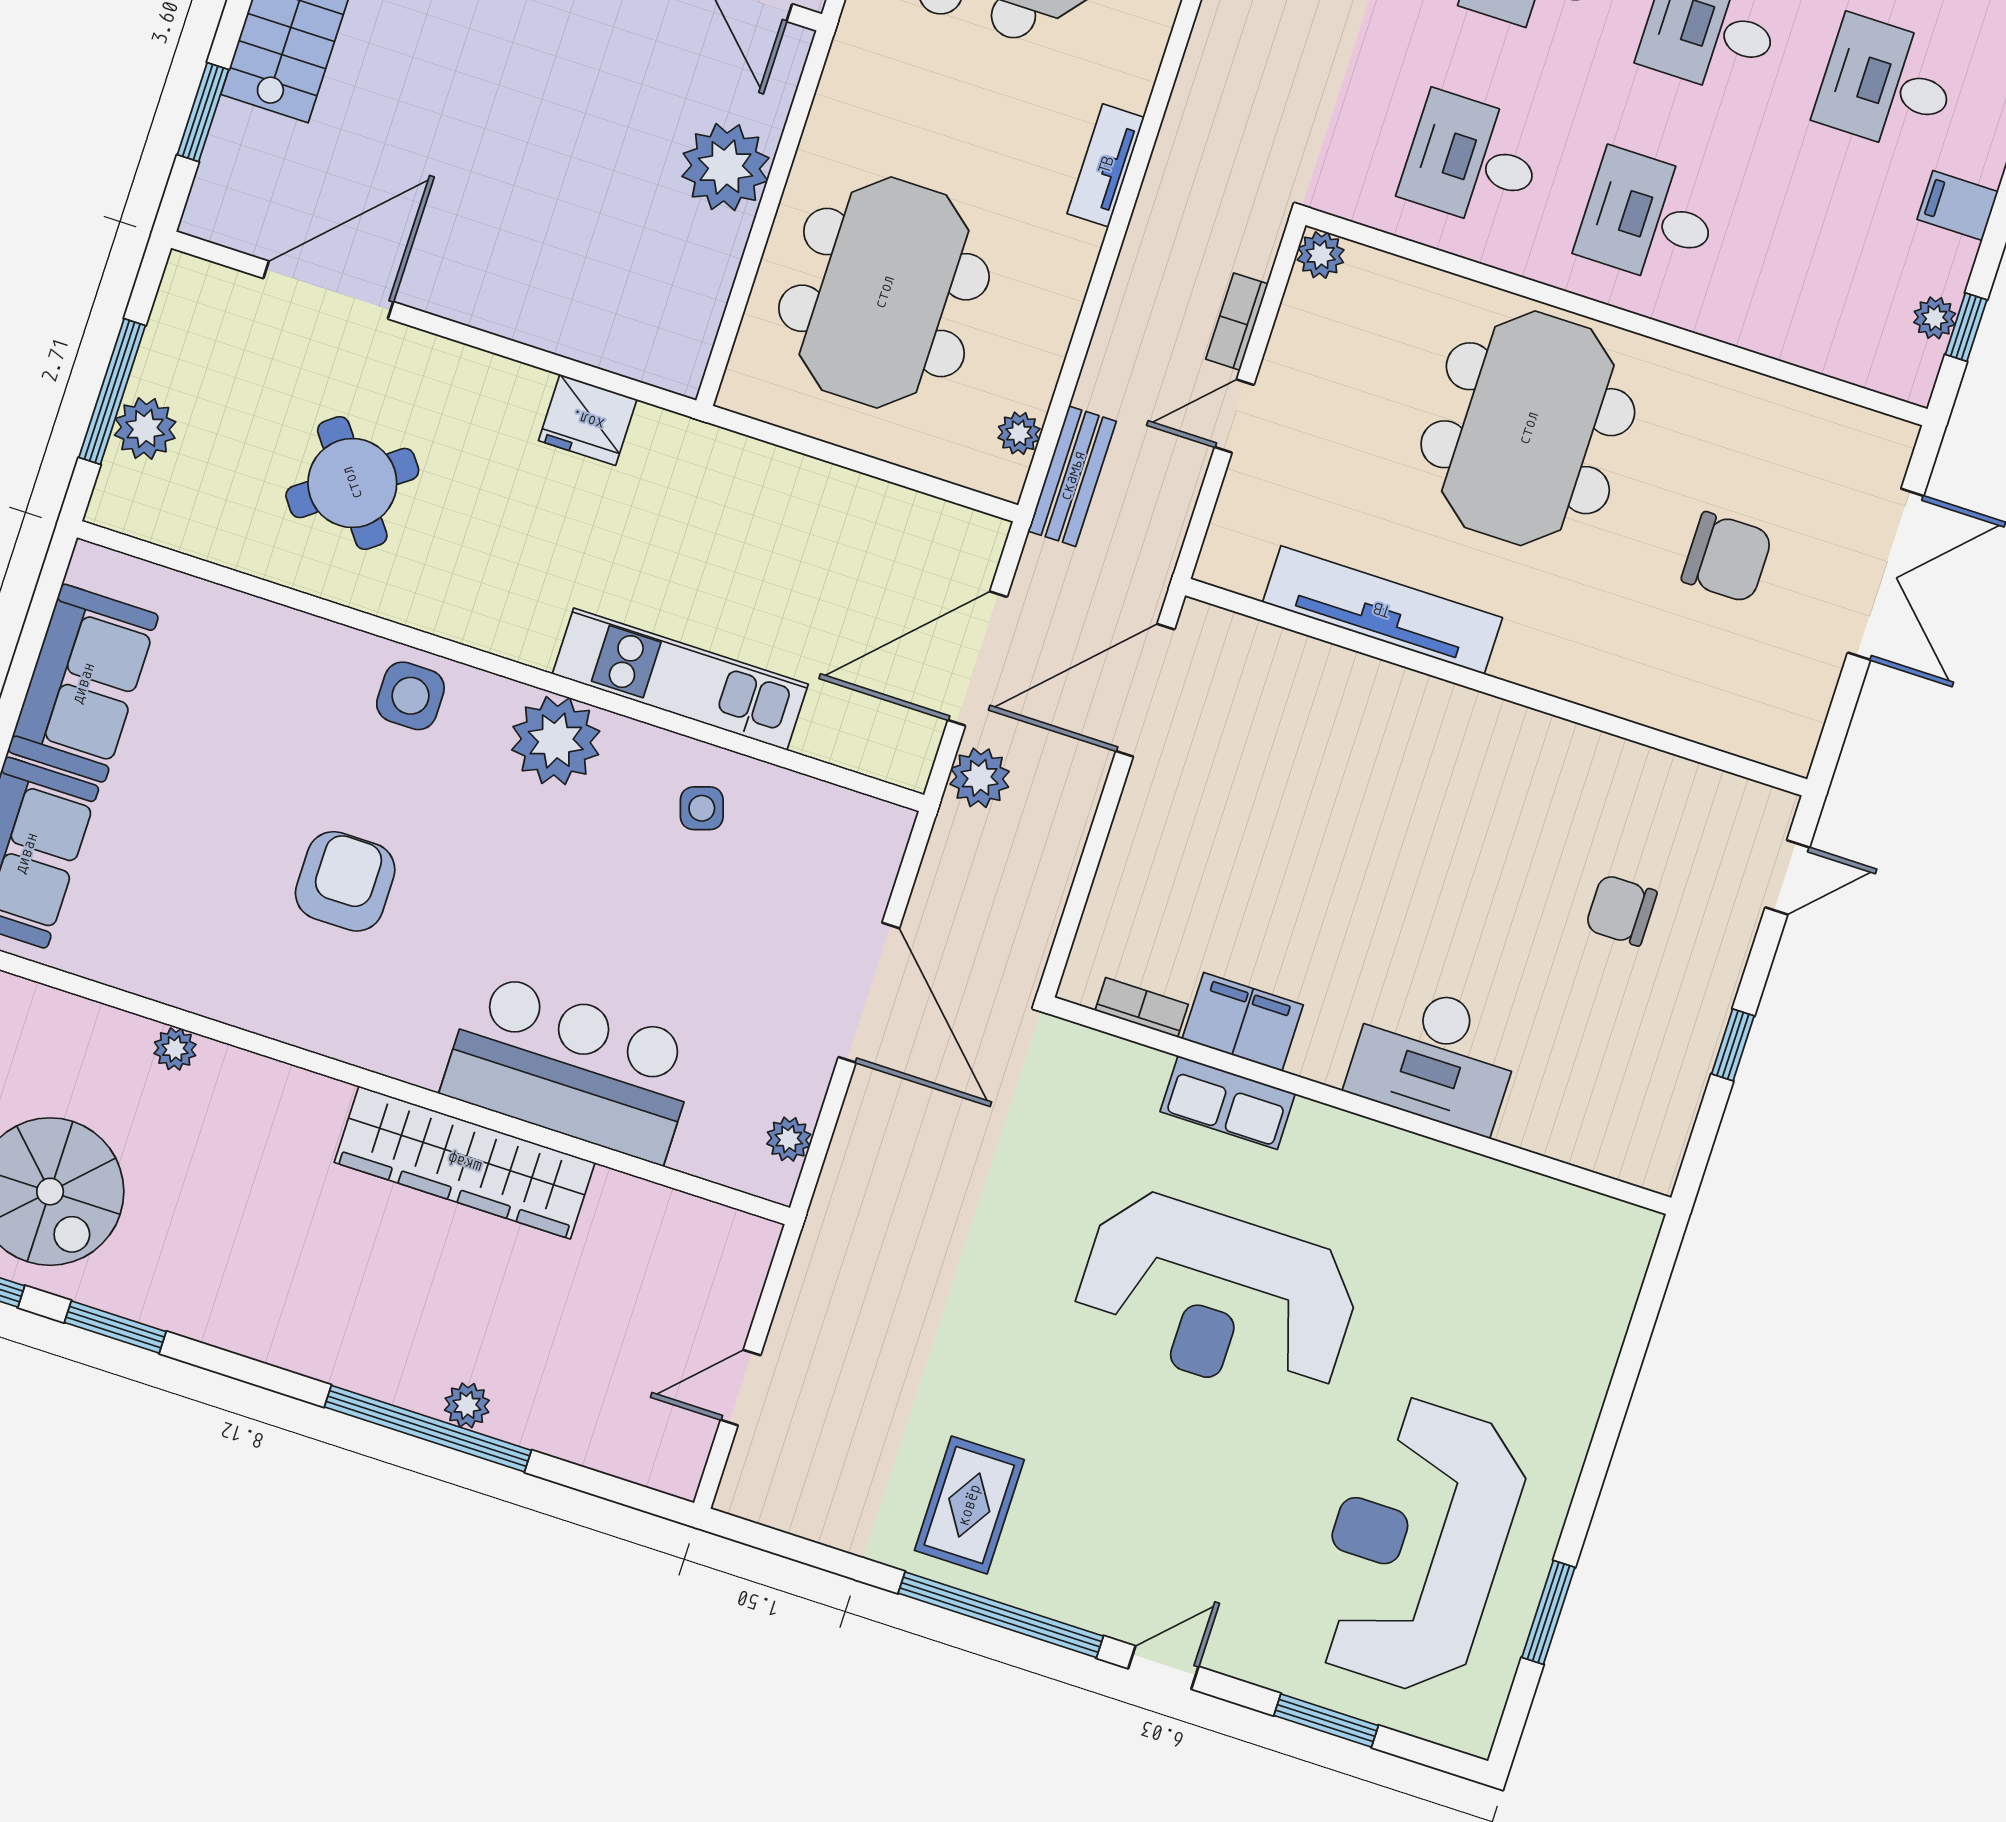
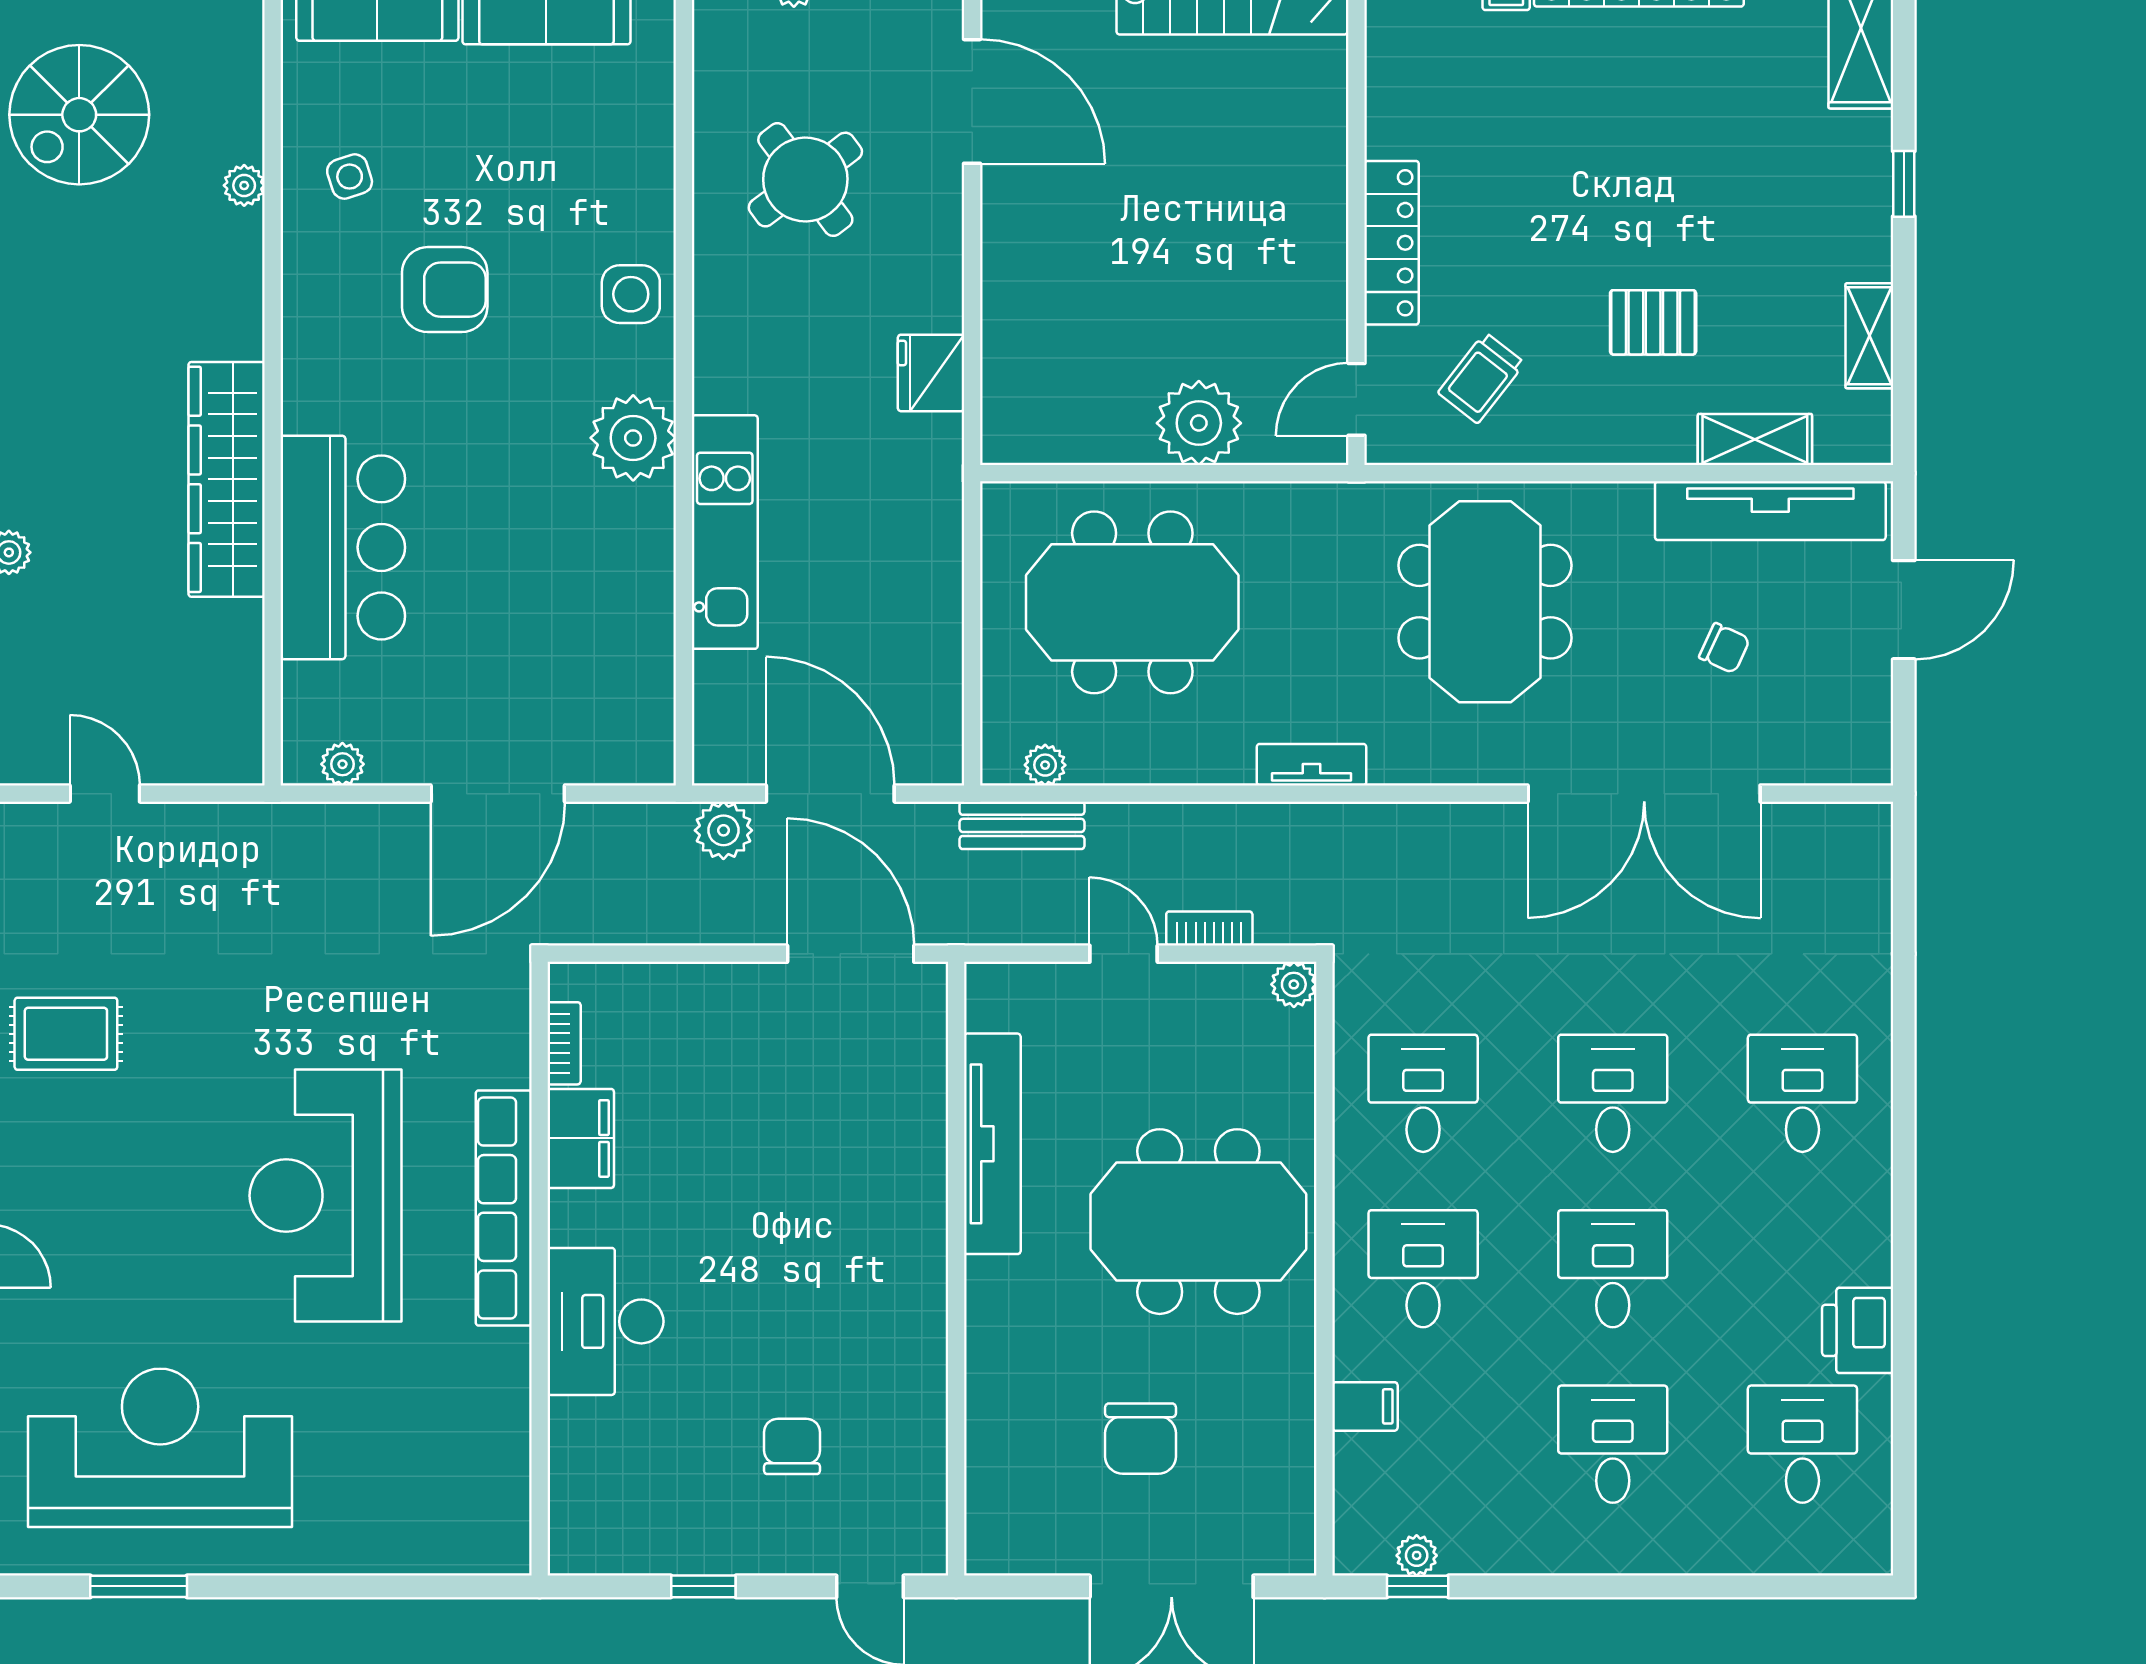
filing cabinet: (1958, 206) -> (1365, 1406), moved, turned 90
side table: (702, 808) -> (350, 177), moved
row of seats: (1228, 1103) -> (504, 1208), width x2.02

